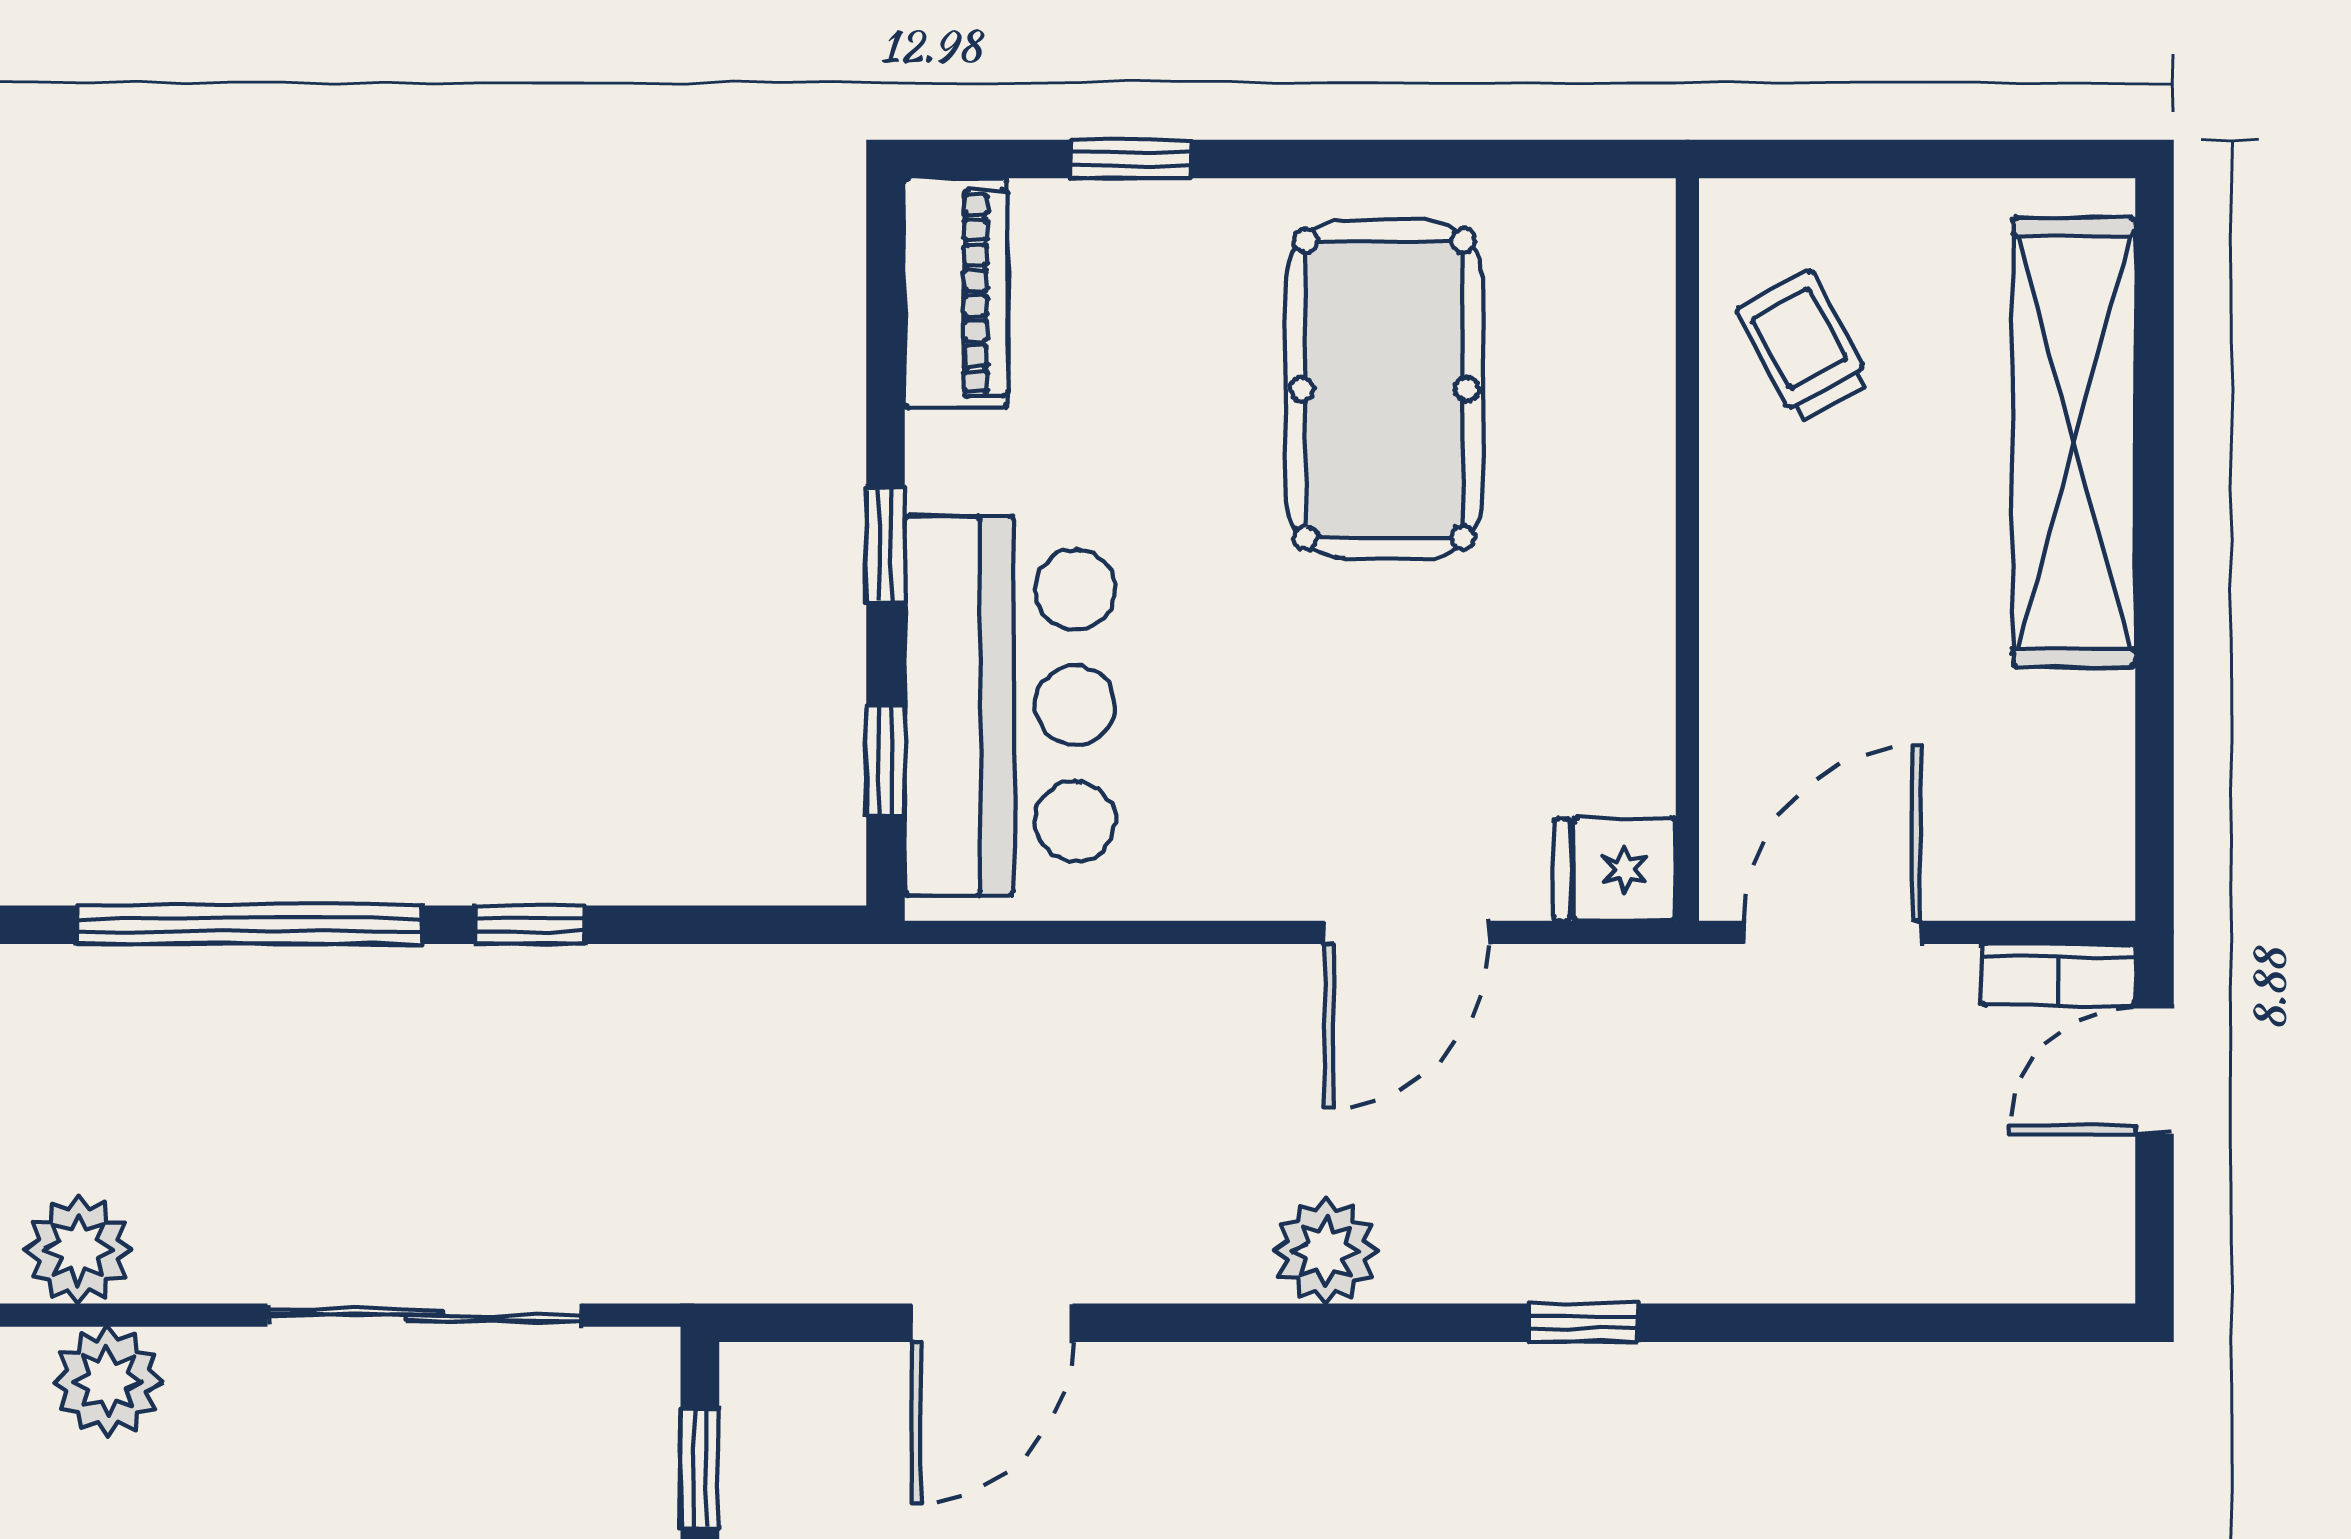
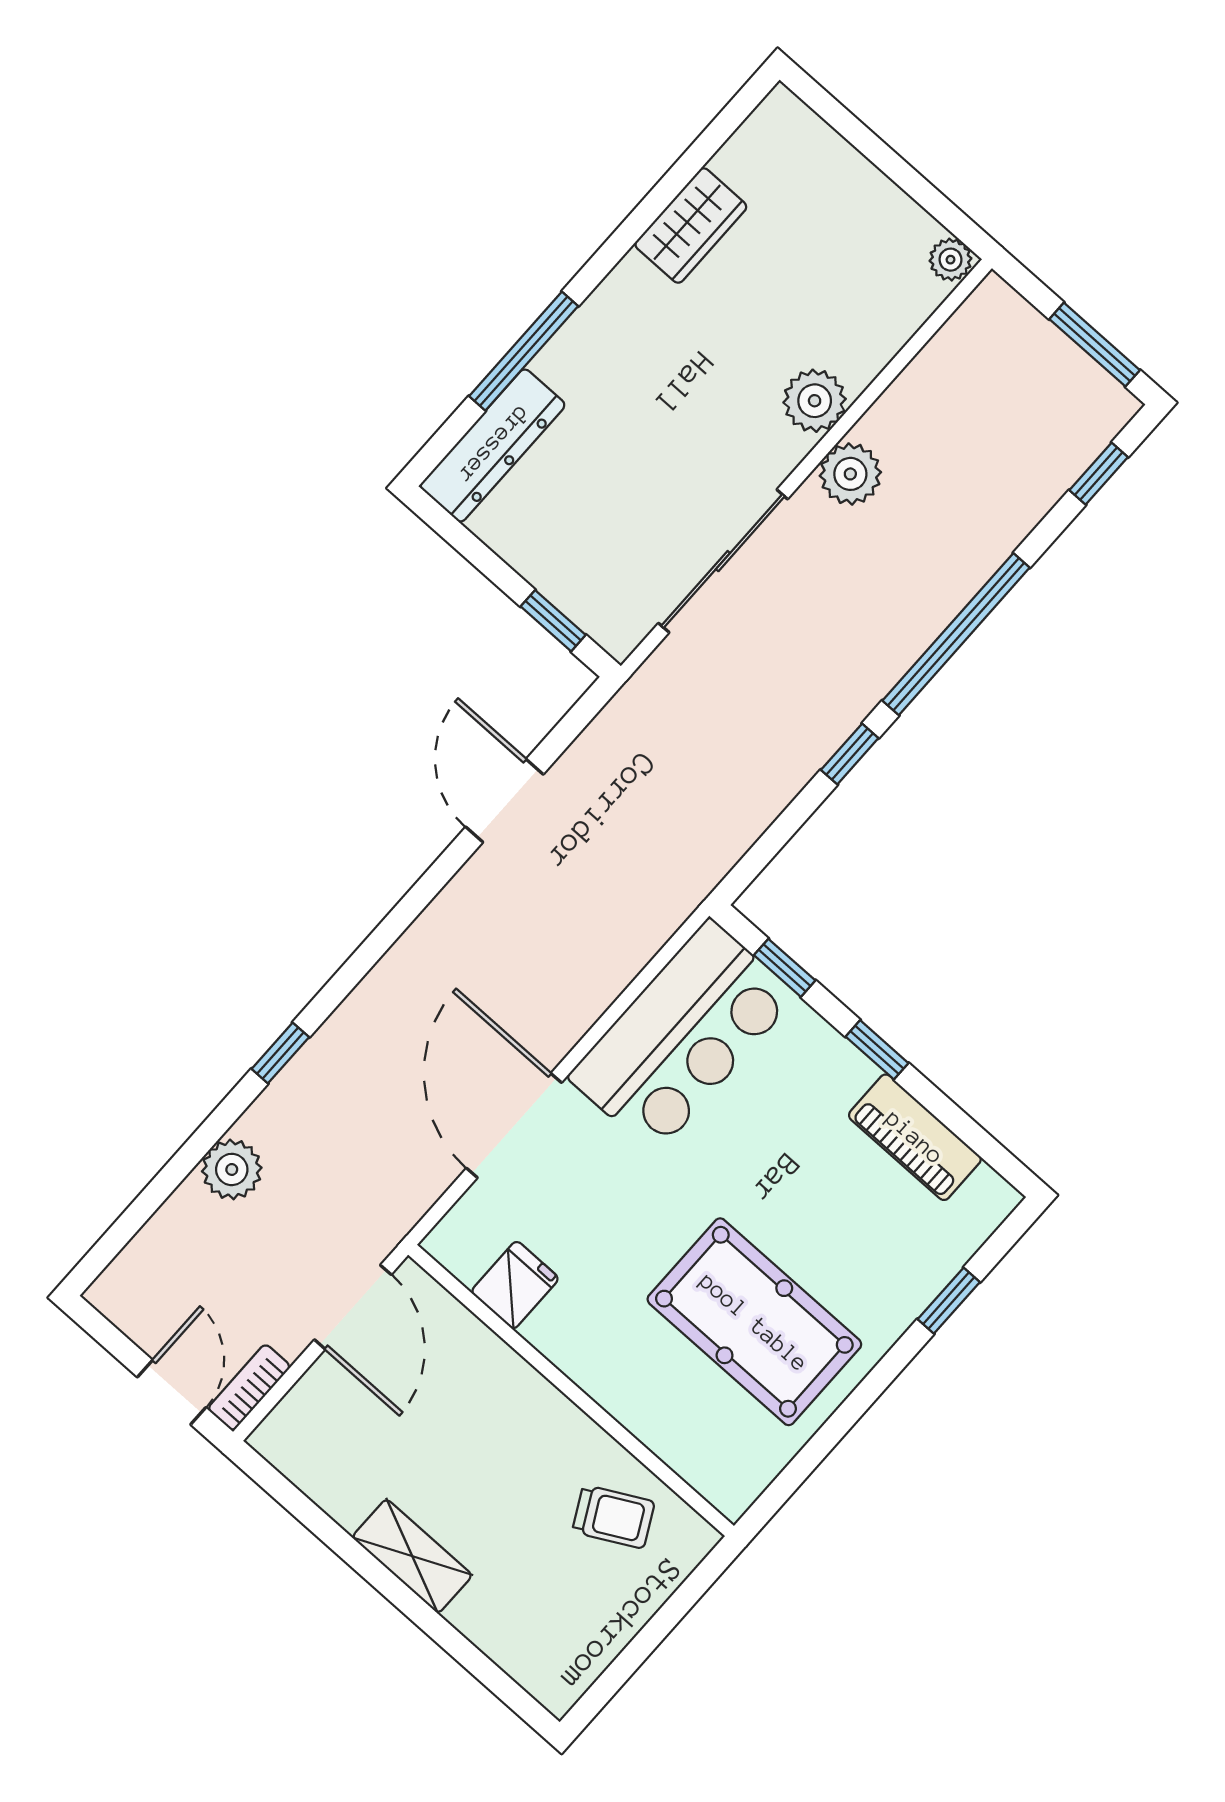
piano: (956, 293) -> (915, 1137), moved
shelving: (2074, 443) -> (412, 1556), width x0.45, depth x0.75
bar counter: (1010, 706) -> (682, 1036), moved, turned -90
fridge: (1615, 869) -> (515, 1285), moved
door: (1407, 932) -> (514, 1125), width x1.36
plant: (78, 1250) -> (850, 474), moved
plant: (1326, 1251) -> (232, 1169), moved

